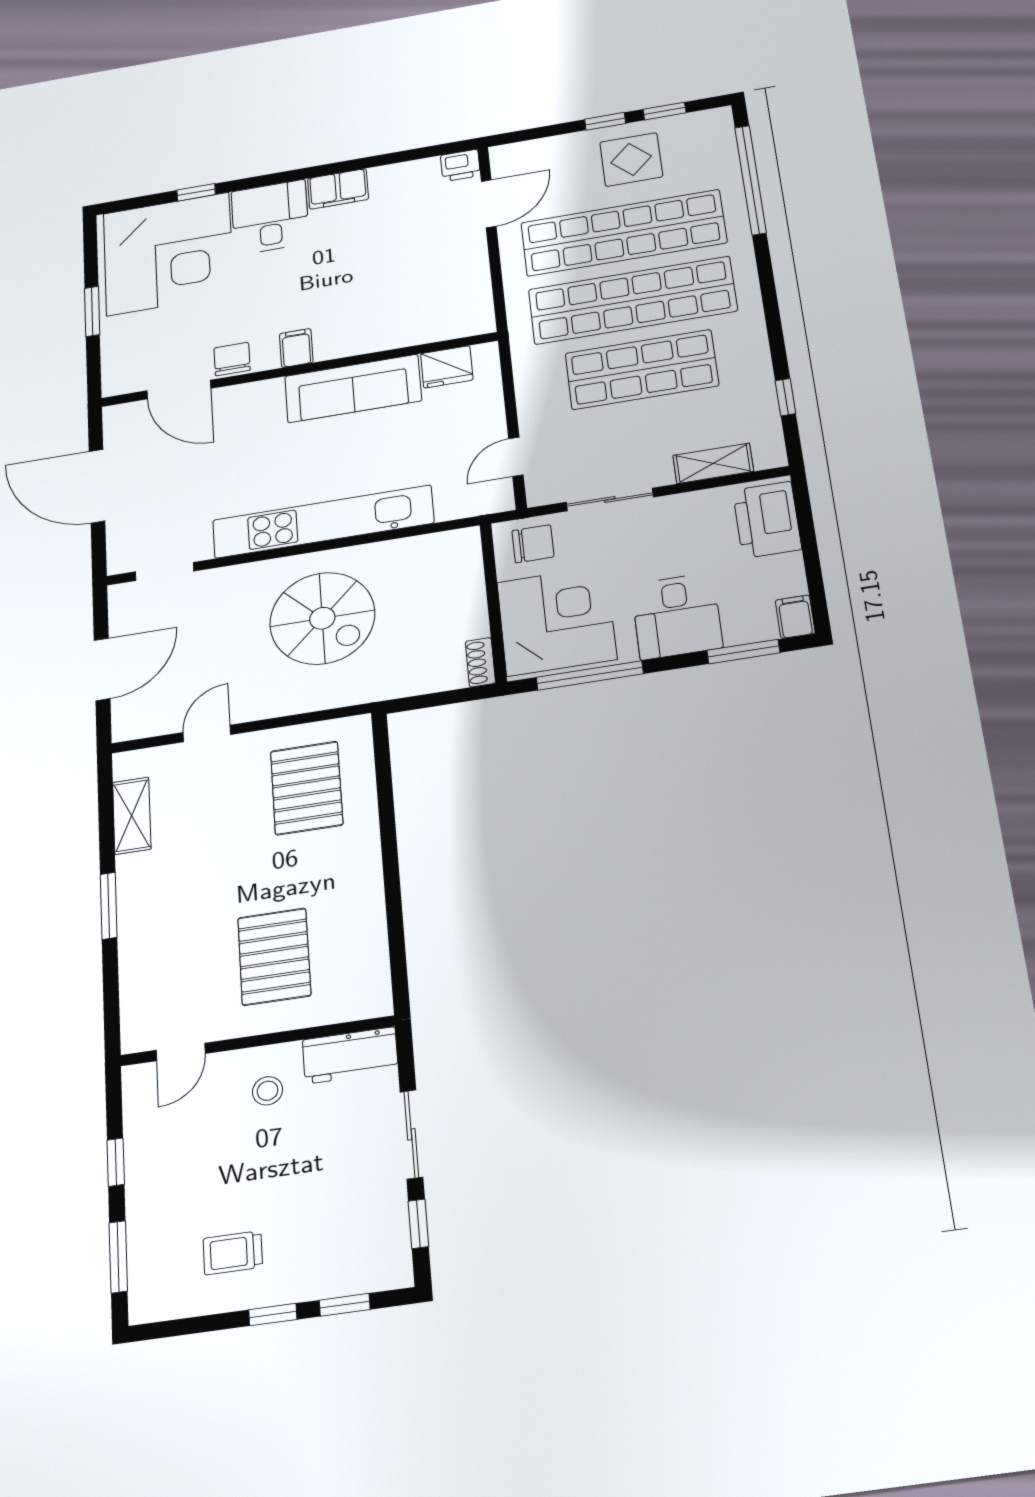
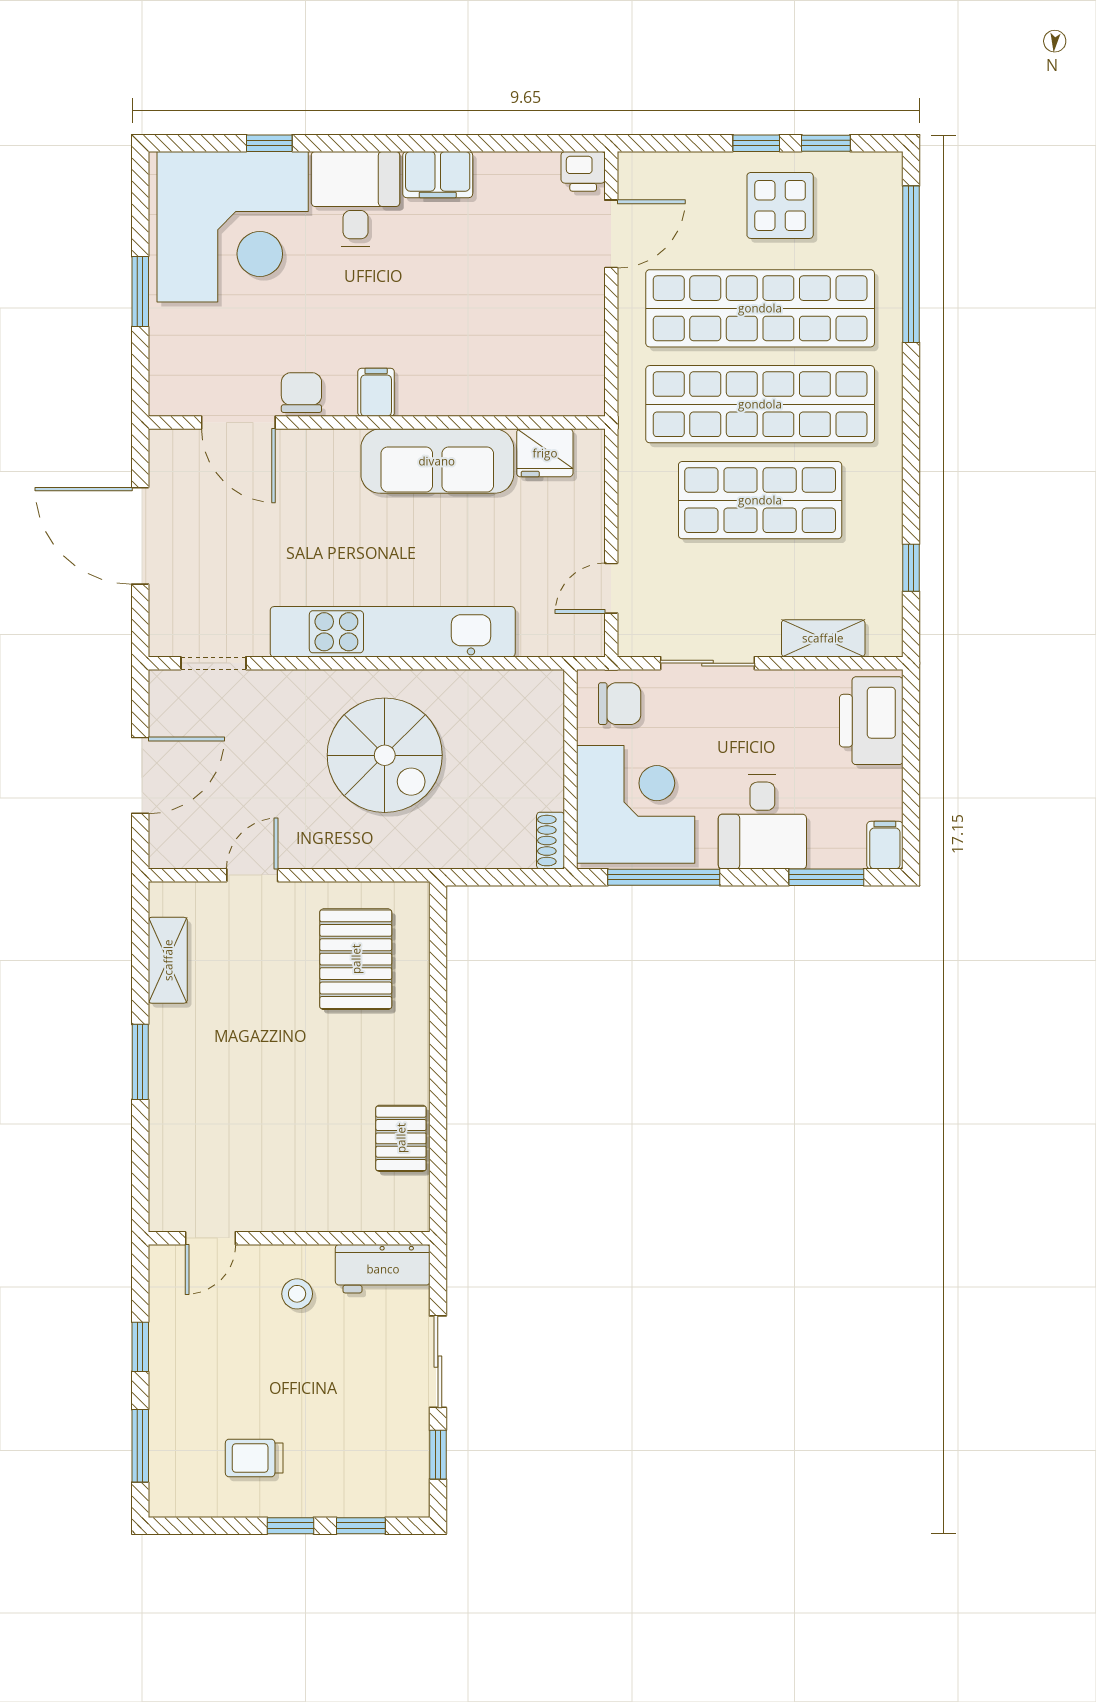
pallet: (274, 957) -> (401, 1138), moved, width x0.67, depth x0.71

